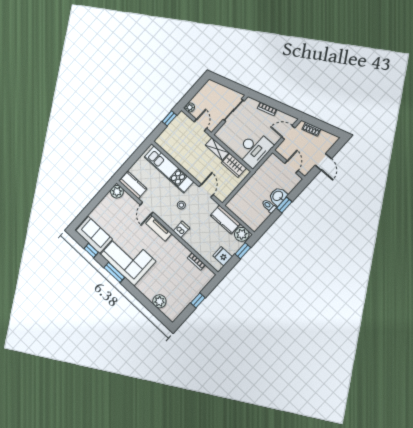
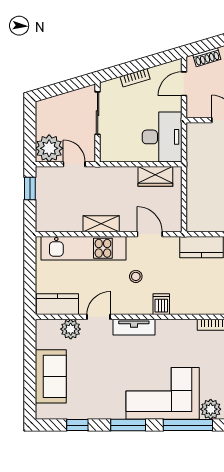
plant: (190, 107) -> (49, 148), width x1.88, depth x1.88
shelving: (217, 149) -> (101, 224), moved
plant: (117, 192) -> (71, 329), moved
door: (147, 208) -> (99, 317), swing flipped
sofa: (94, 235) -> (51, 376), moved, turned 90
corner sofa: (128, 258) -> (163, 393), moved
window: (142, 299) -> (188, 425), added

